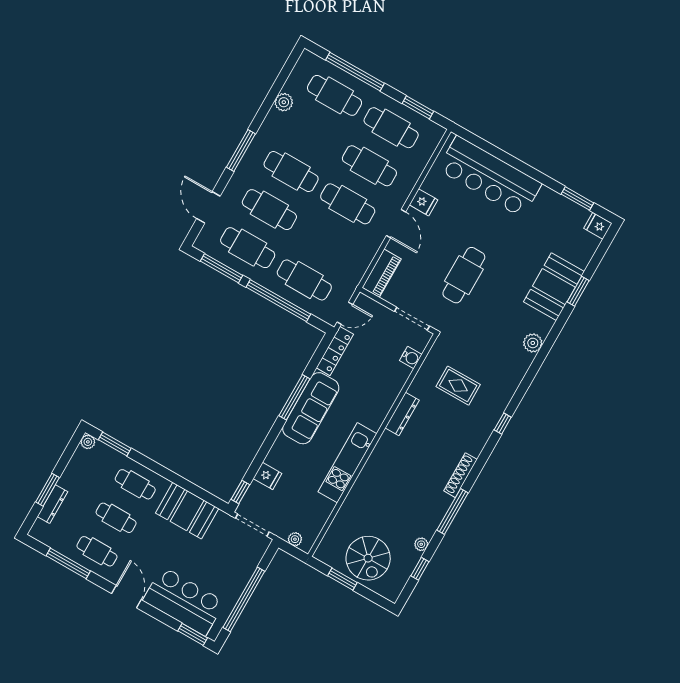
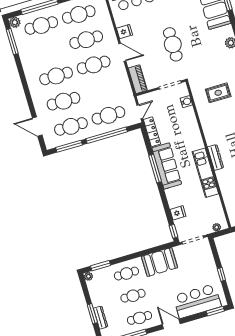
plant: (284, 102) -> (15, 22), moved
window: (241, 151) -> (12, 42), moved
dresser: (402, 414) -> (216, 157), moved
window: (244, 599) -> (221, 274), width x0.32

